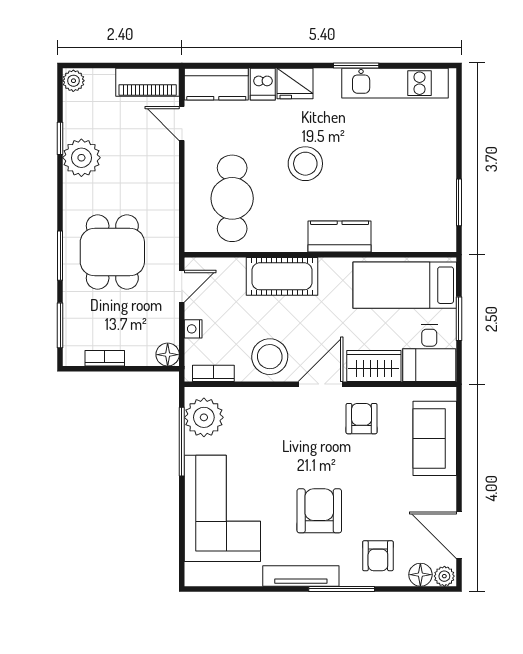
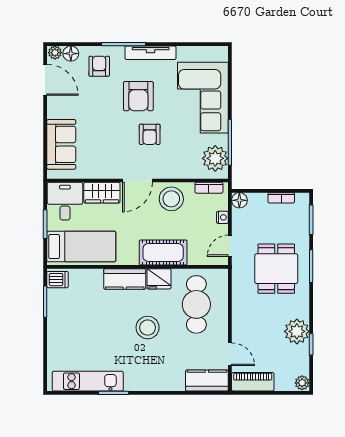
dishwasher: (263, 84) -> (58, 280), moved, turned 90
fridge: (295, 84) -> (159, 279), moved, turned 180
armchair: (362, 419) -> (150, 134), moved

